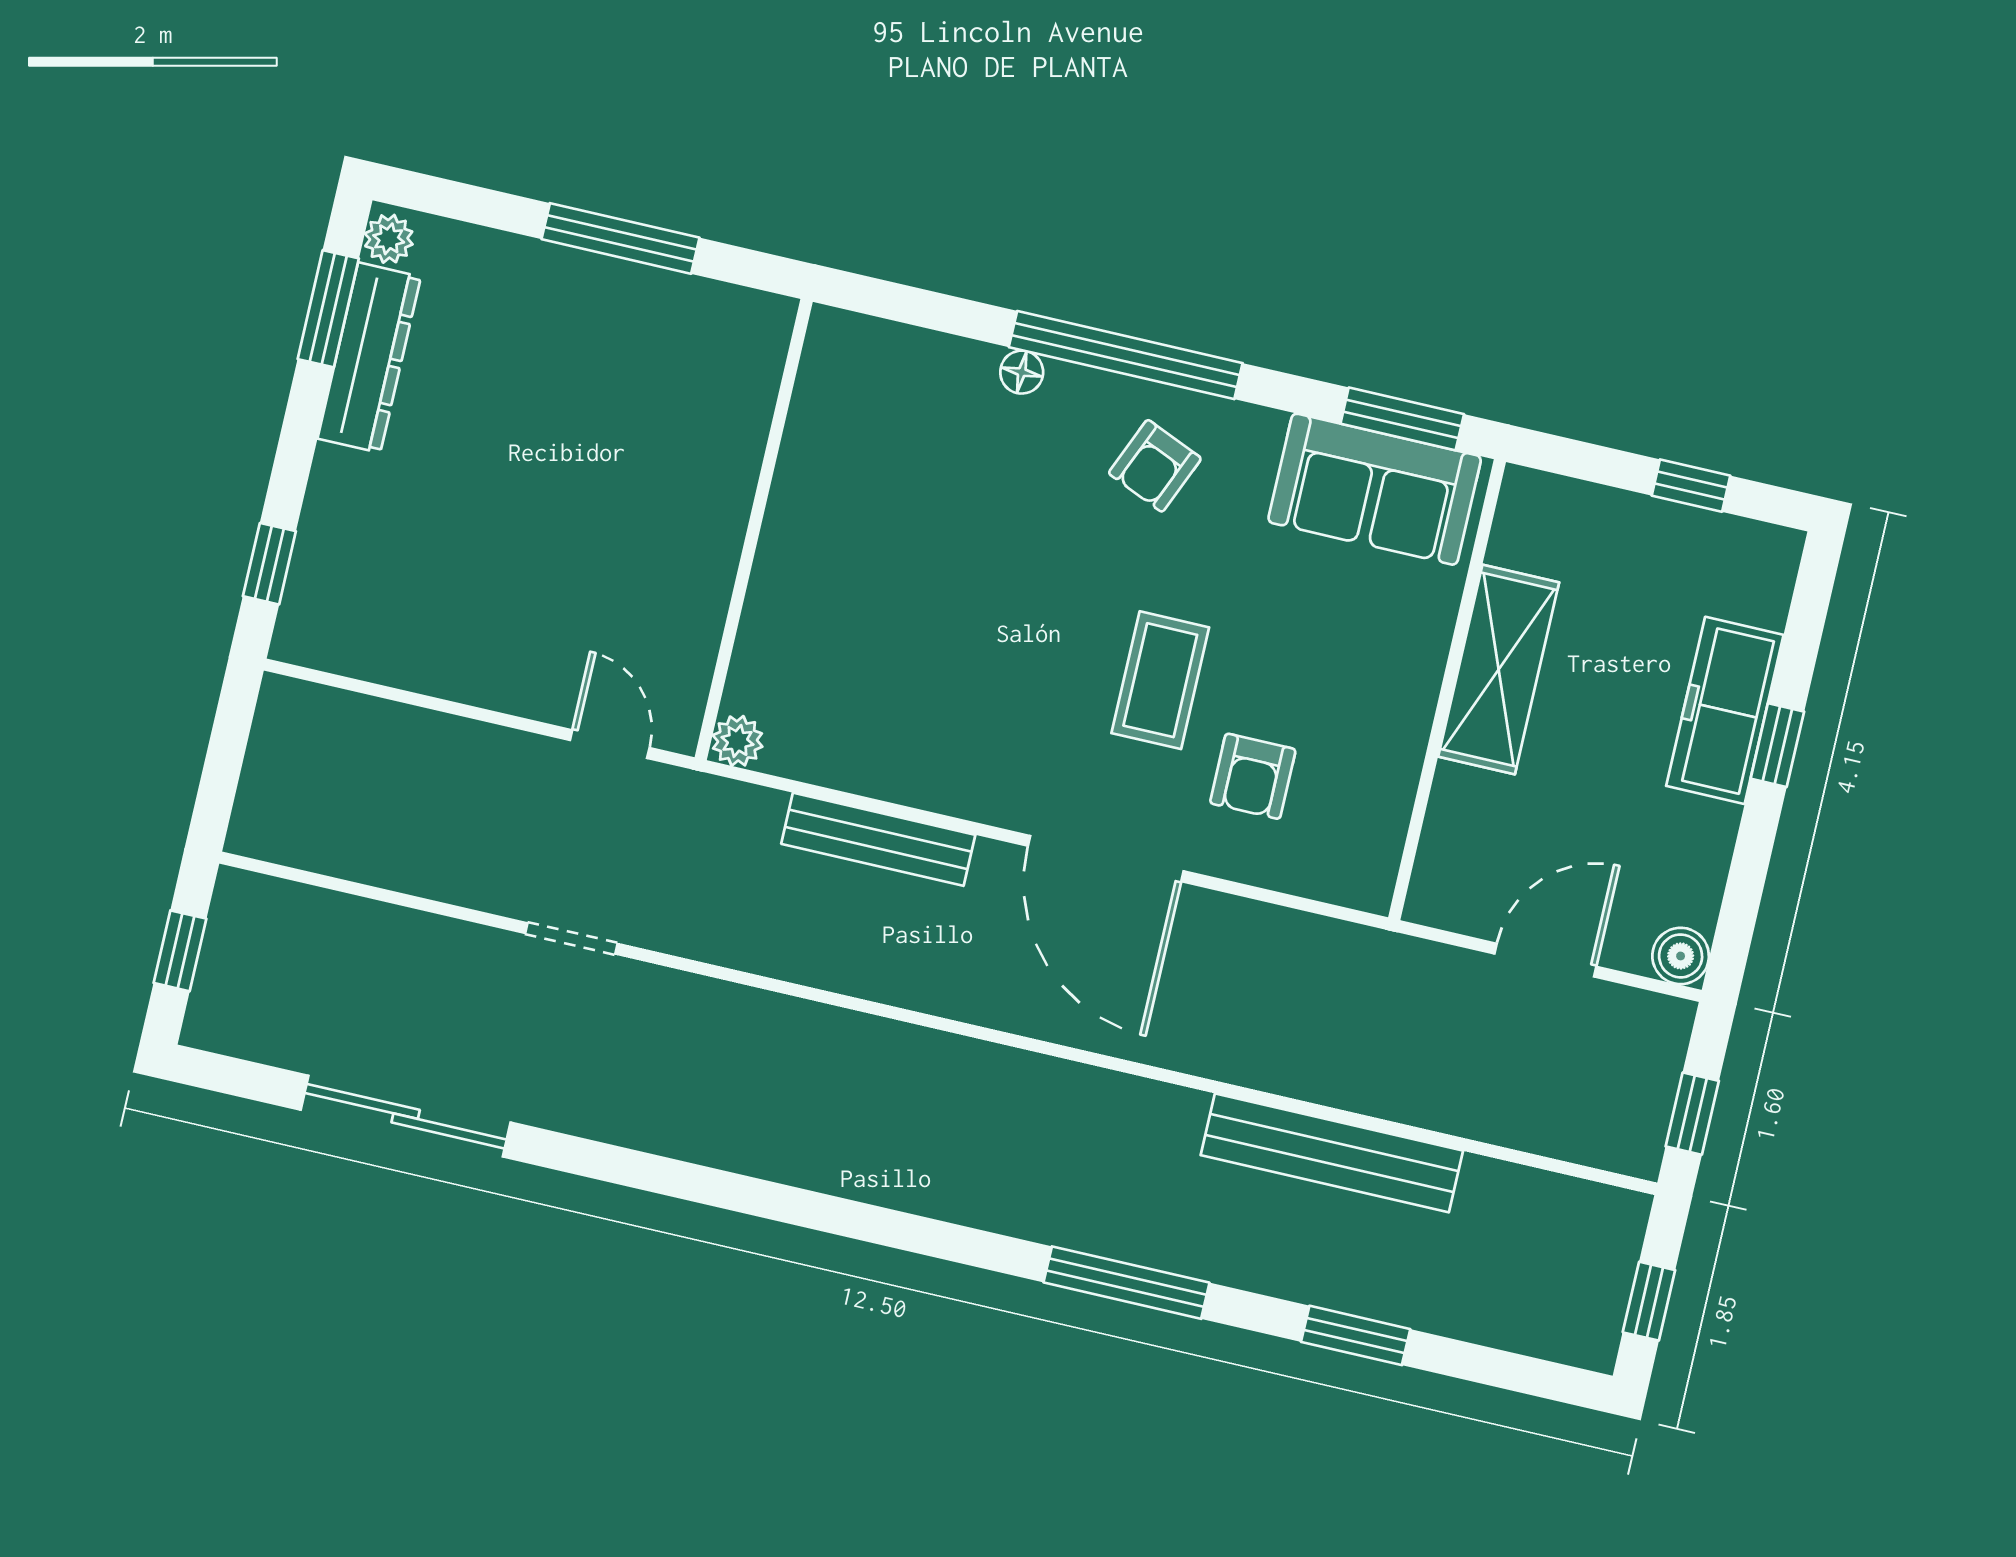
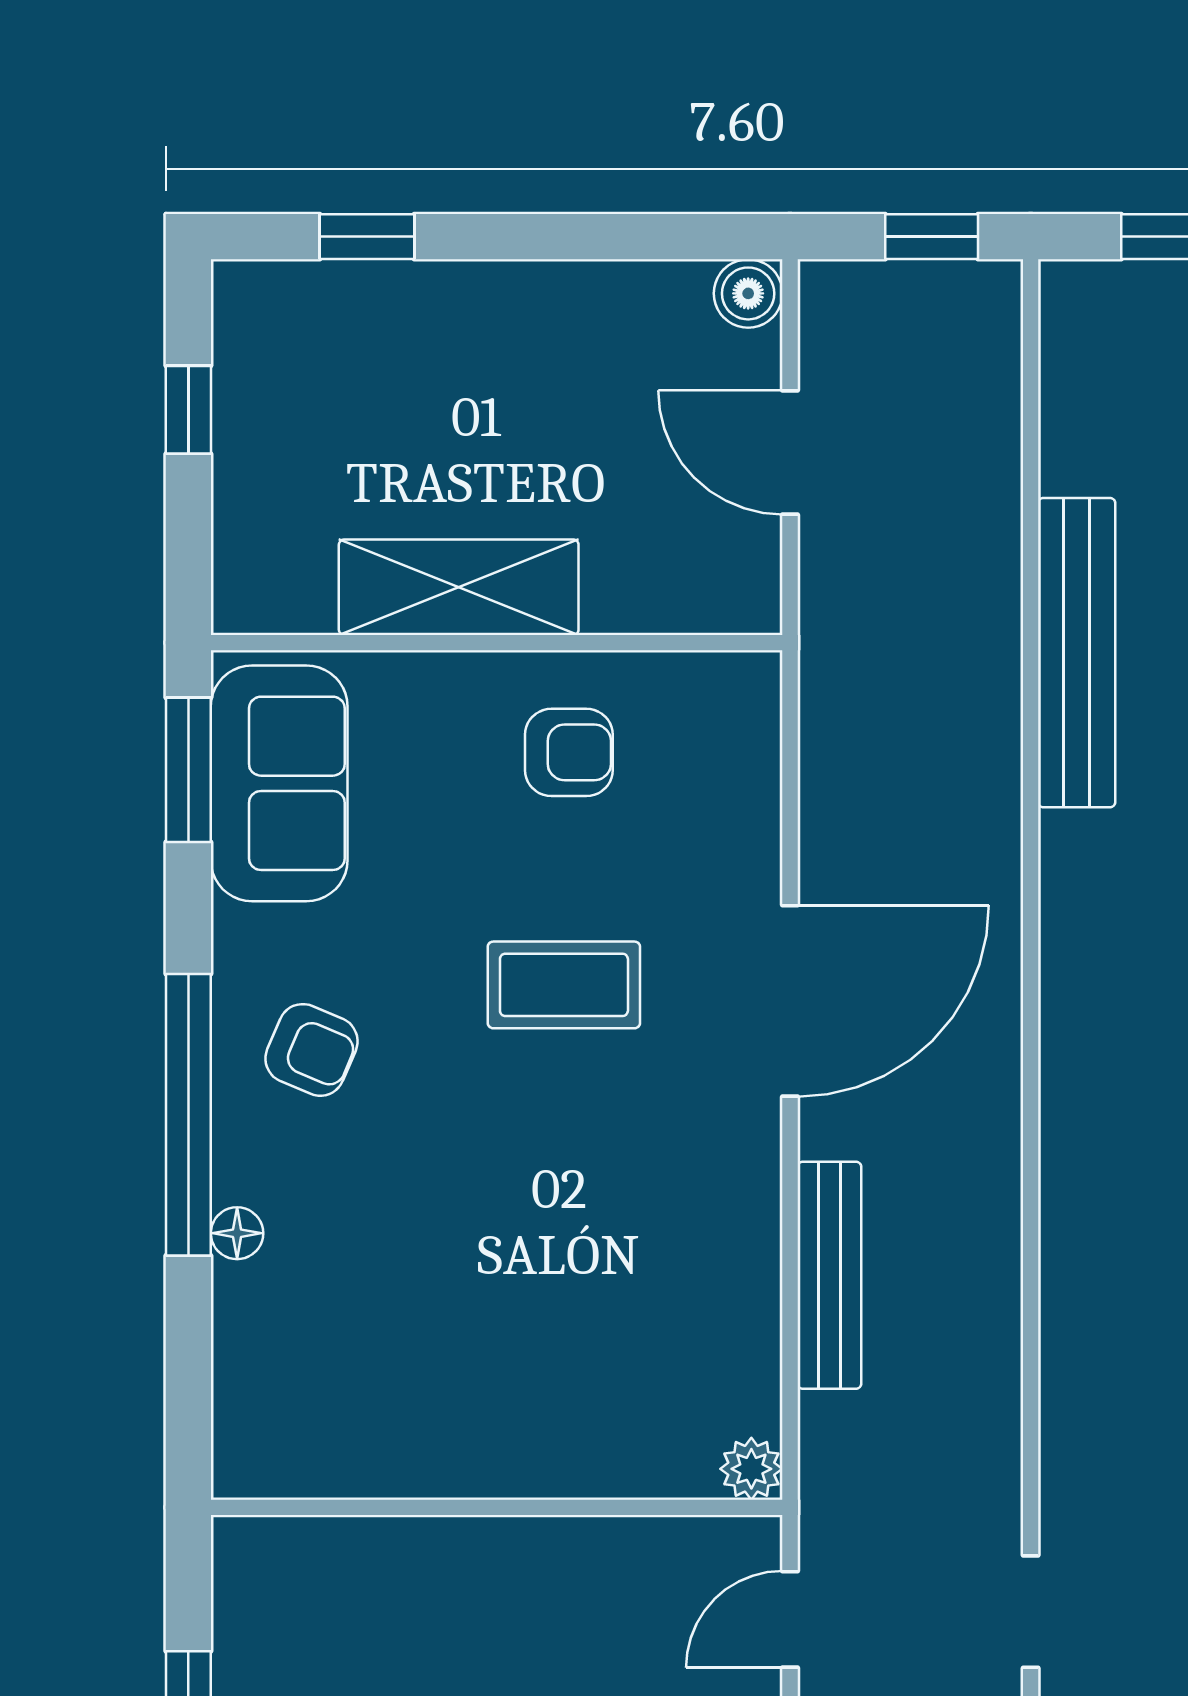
freezer: (1725, 710) -> (445, 308), removed
window: (1777, 745) -> (367, 237), moved
armchair: (1253, 776) -> (569, 752), moved

